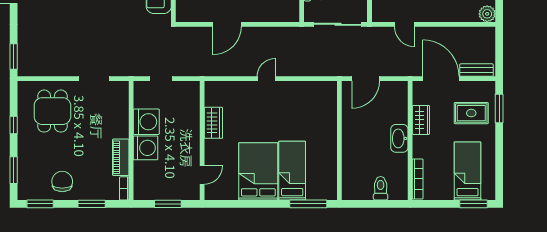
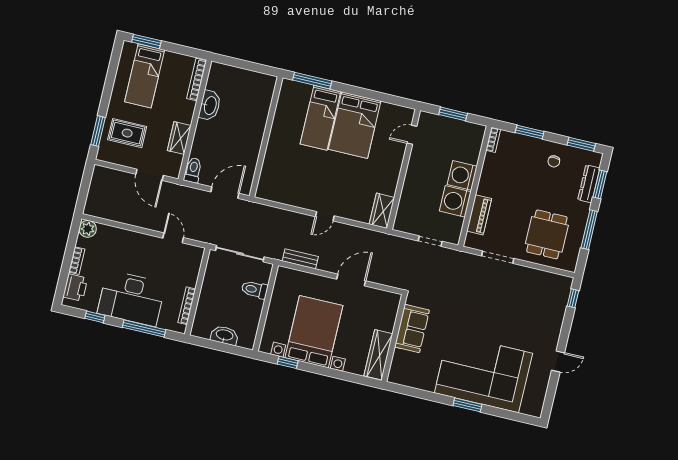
window: (14, 57) -> (573, 298), width x0.67
bench: (476, 70) -> (300, 259), moved
door: (441, 79) -> (150, 175), width x0.73
wardrobe: (213, 123) -> (382, 211), moved
window: (14, 125) -> (589, 230), width x2.17
washbasin: (399, 138) -> (210, 105), moved
piano: (121, 157) -> (479, 215), moved
dresser: (24, 168) -> (589, 184), added
chair: (62, 182) -> (554, 161), width x0.54, depth x0.54
toilet: (381, 188) -> (193, 170), moved, turned 180

